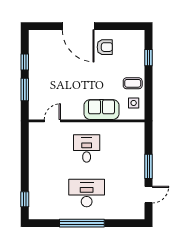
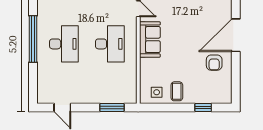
sofa: (101, 110) -> (150, 39), moved
desk: (87, 148) -> (110, 44), width x1.37
window: (148, 166) -> (112, 108), moved

